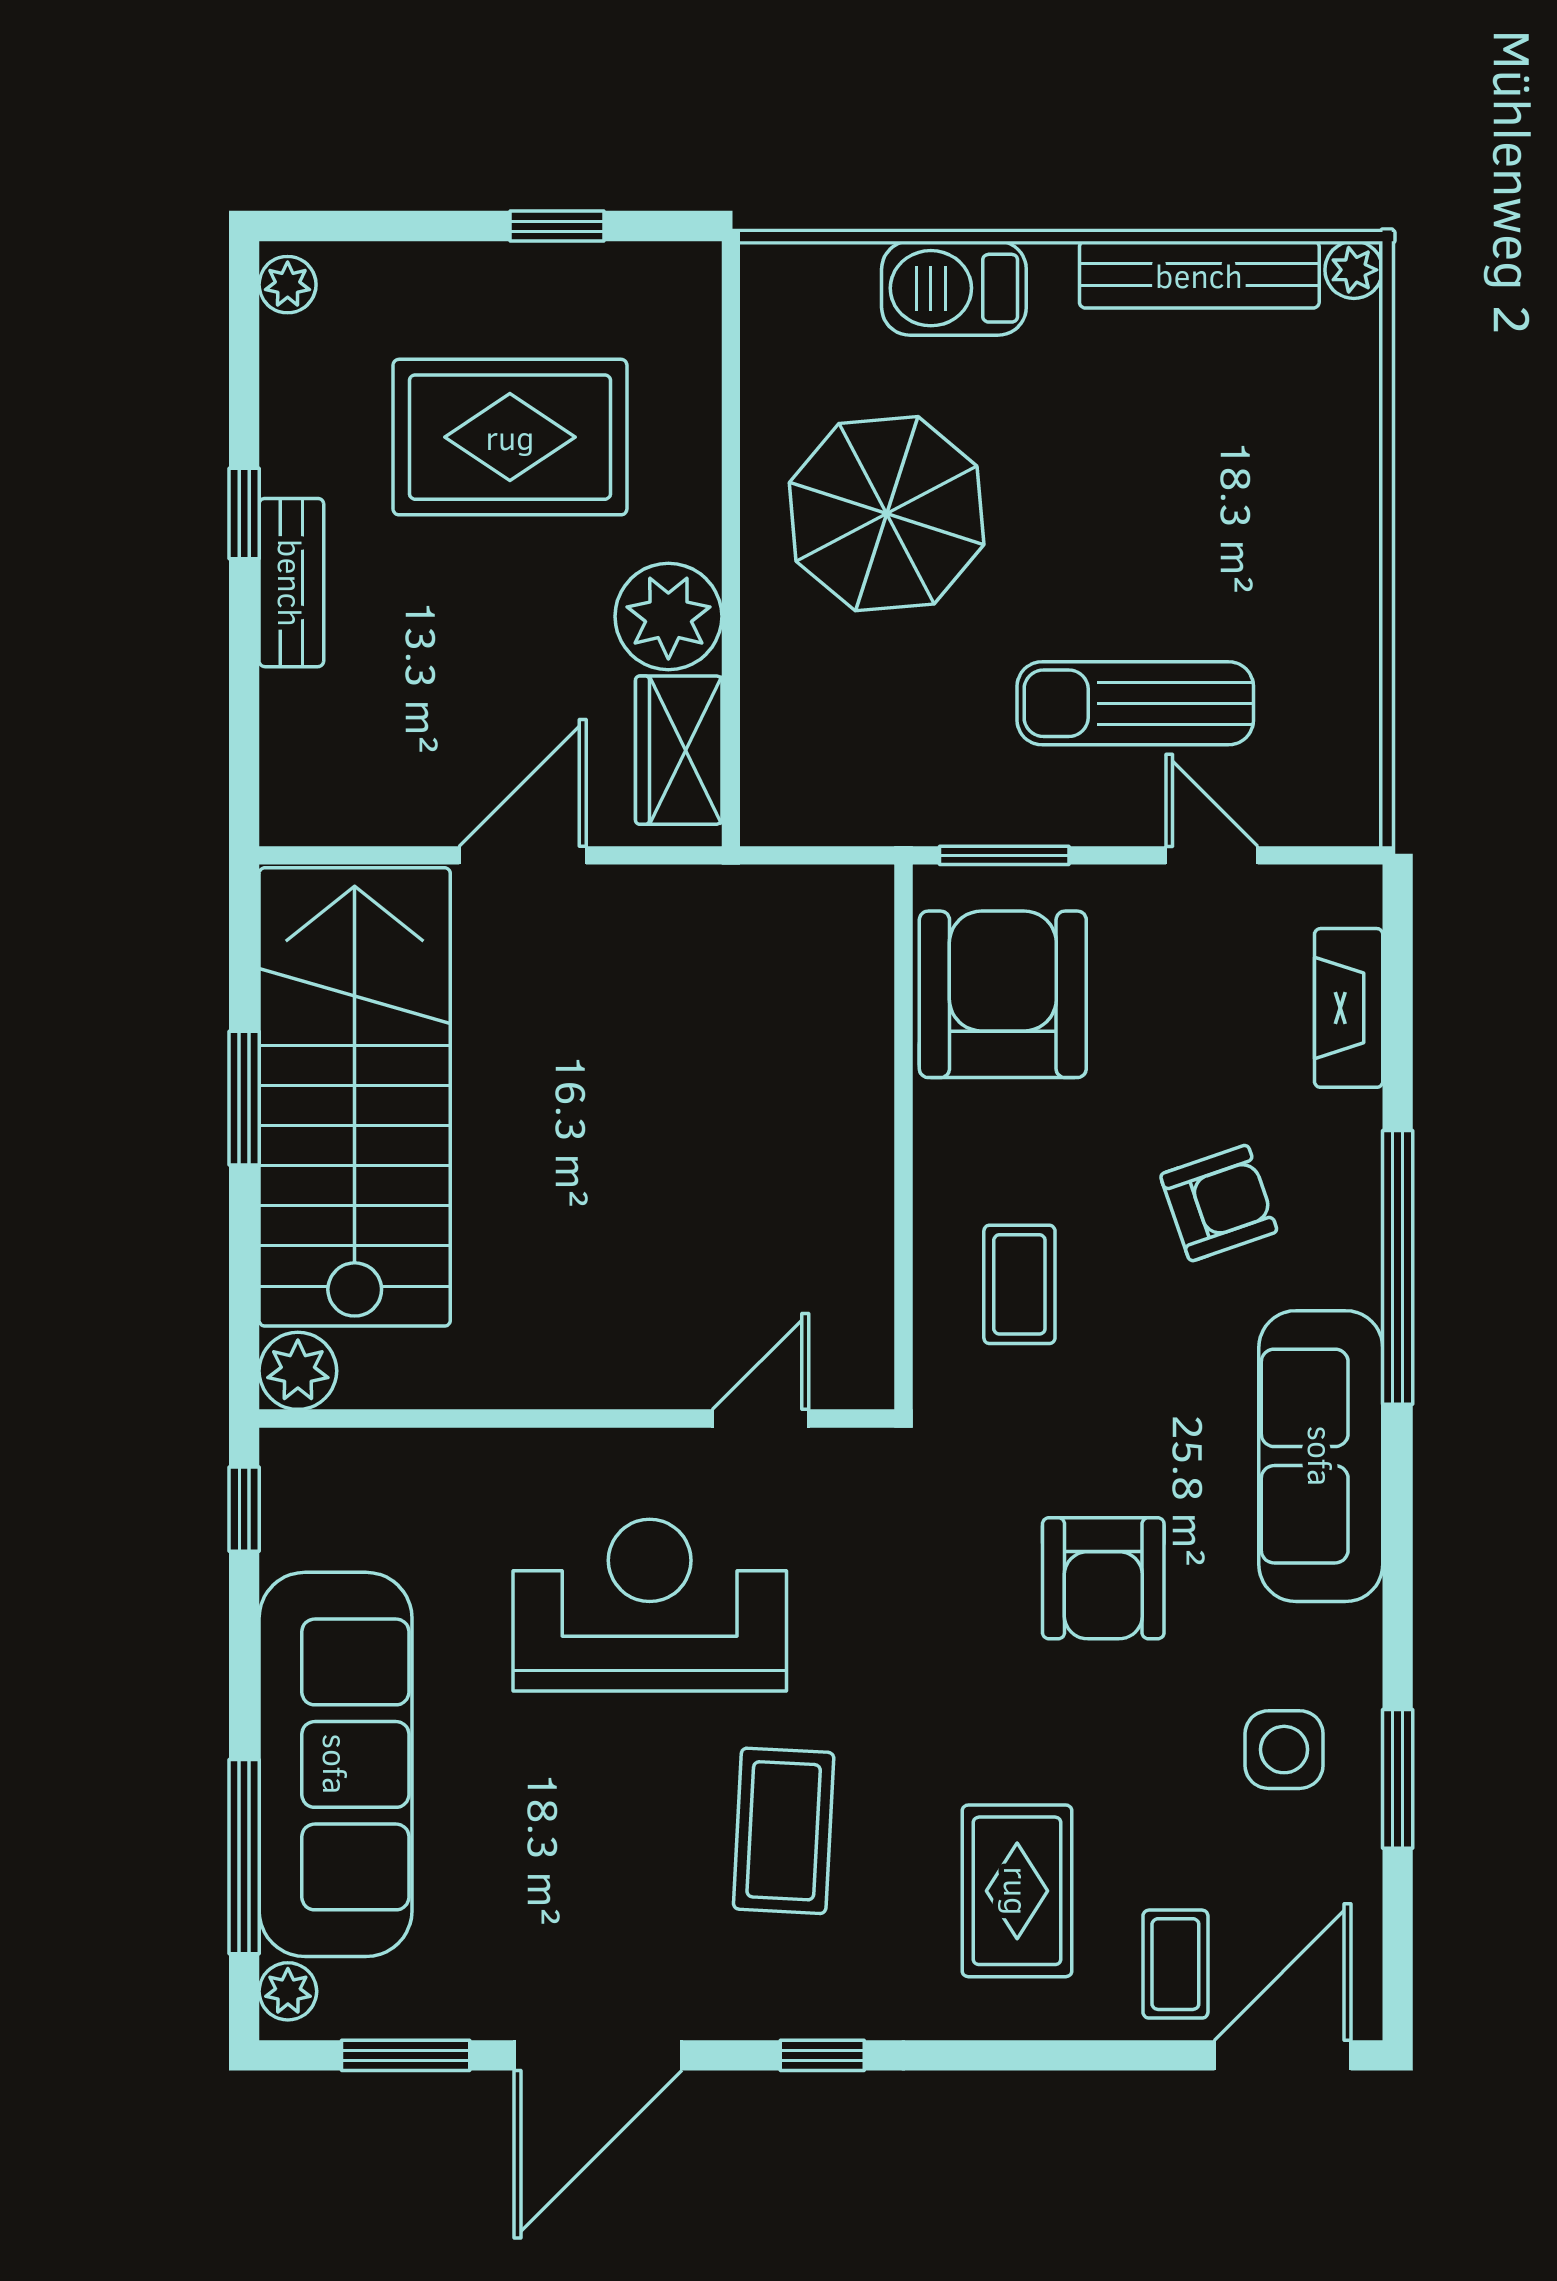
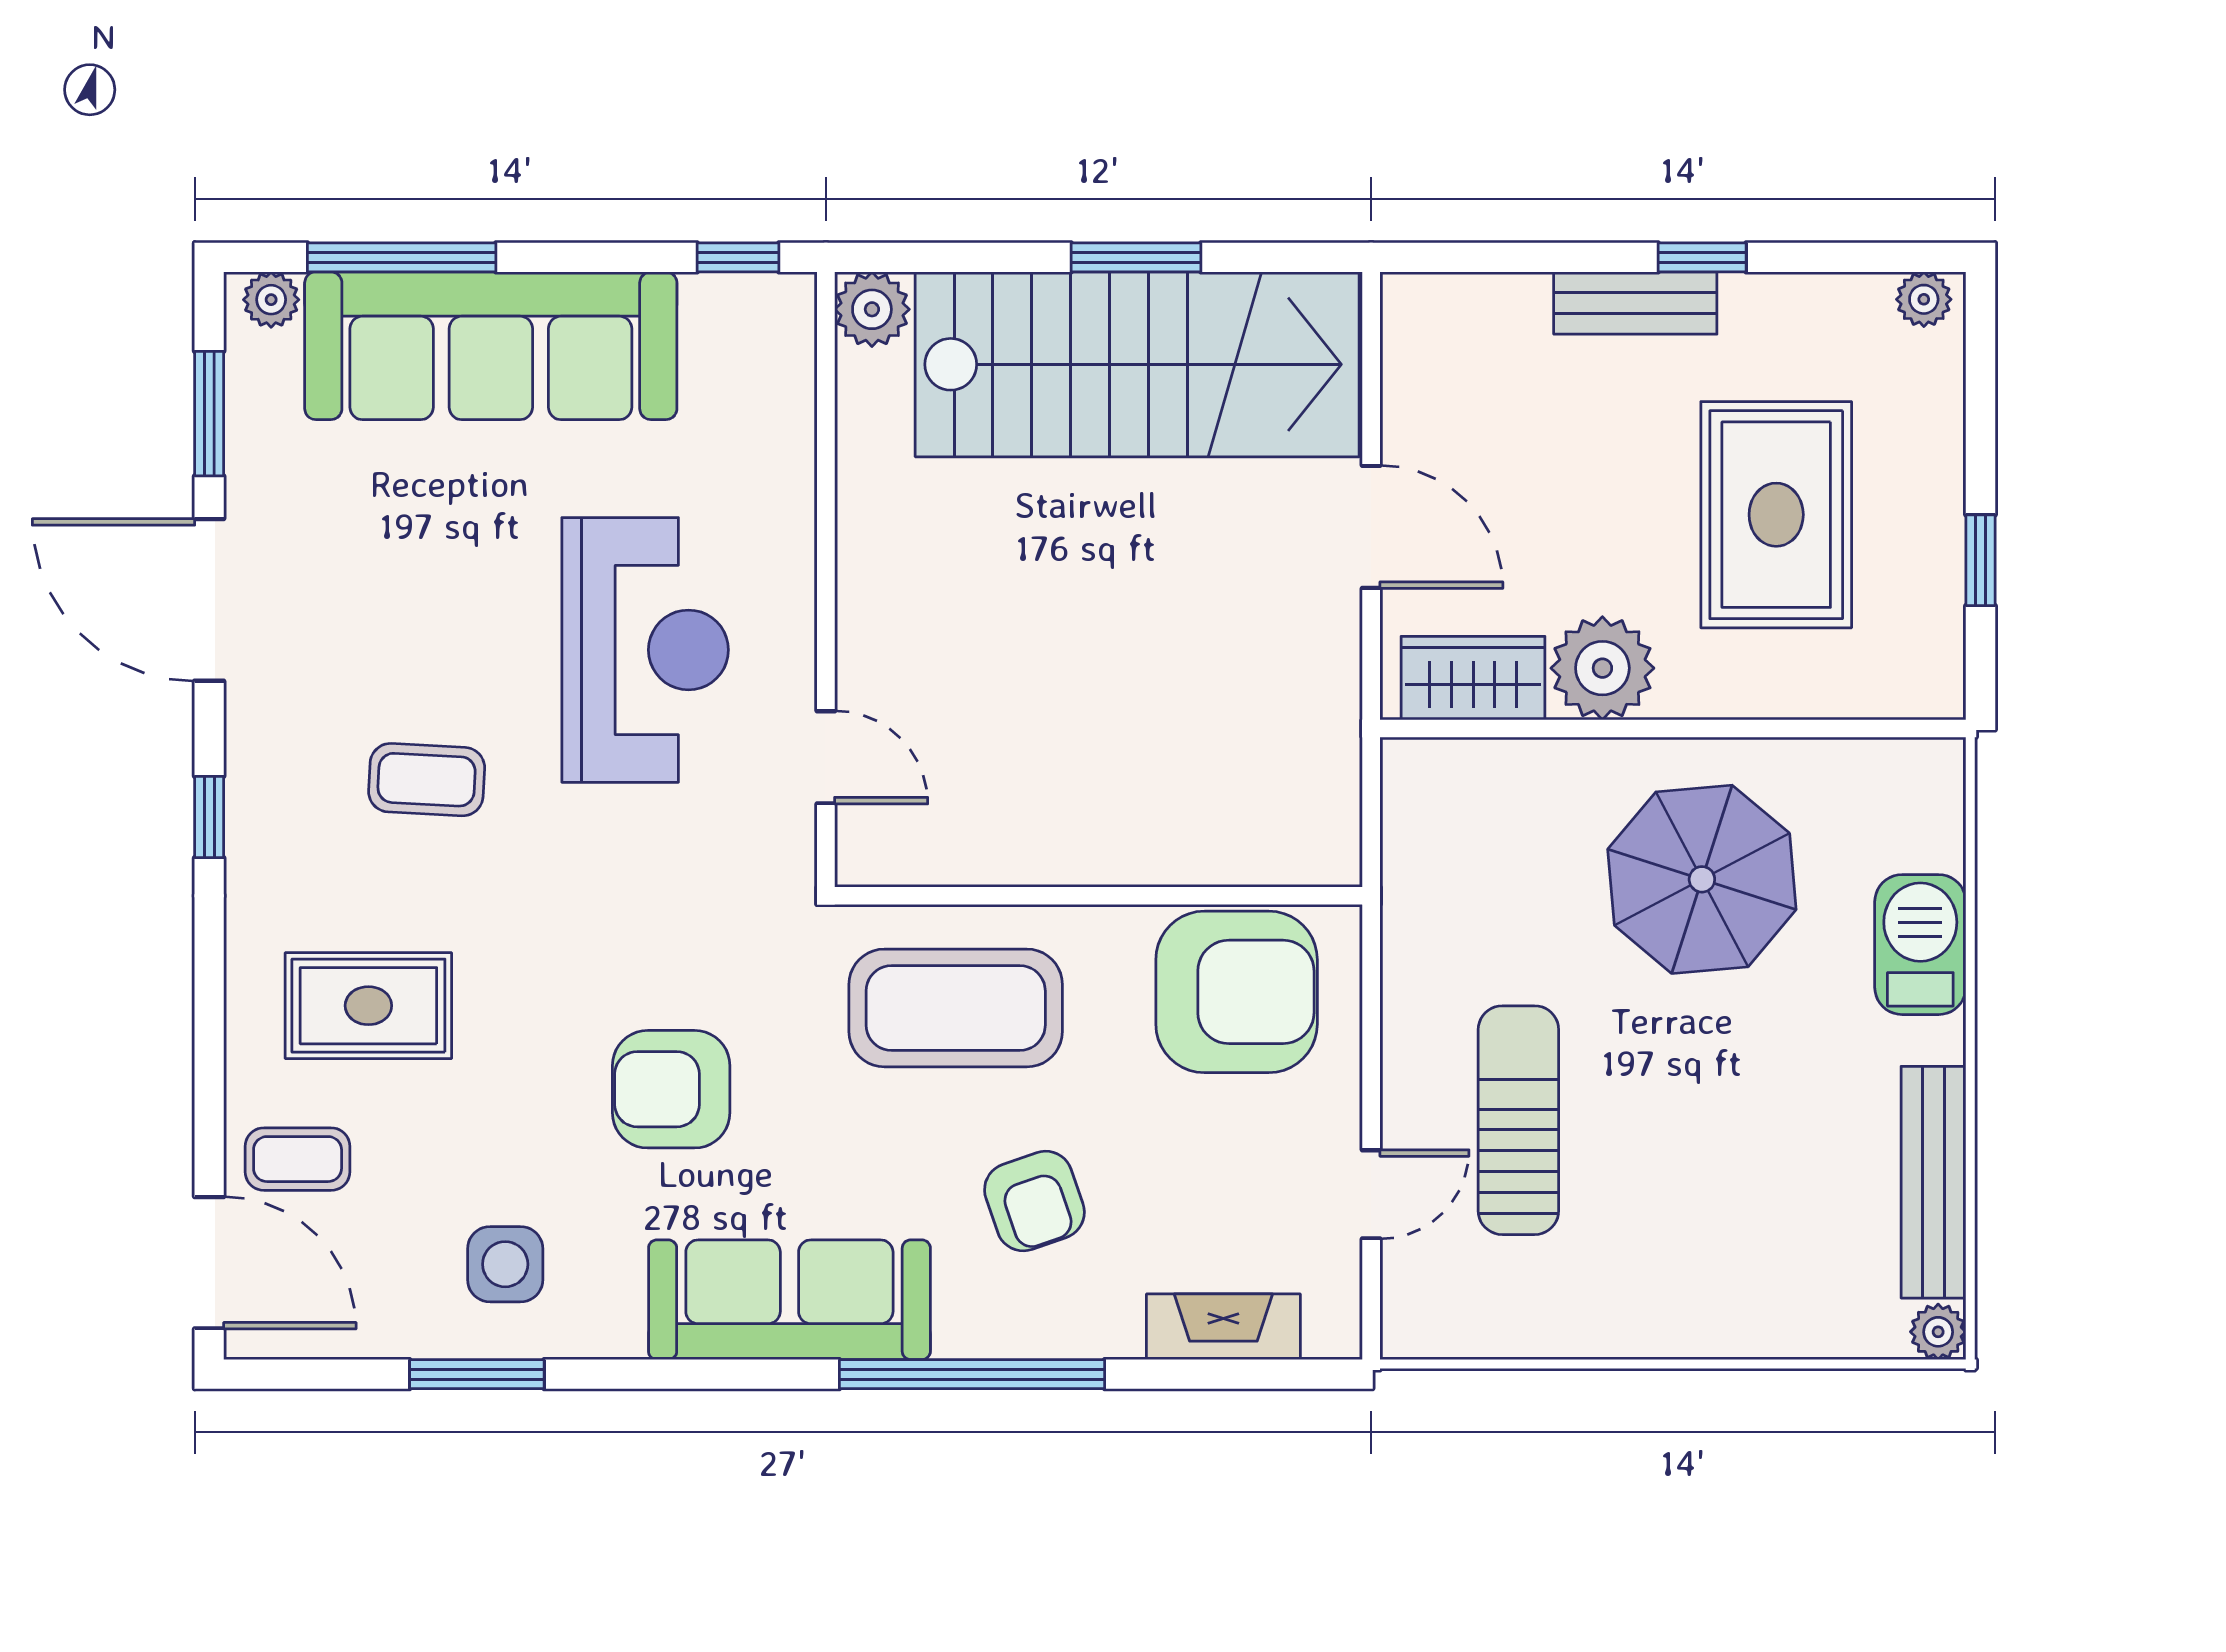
window: (1004, 855) -> (1371, 993), removed
coffee table: (1019, 1284) -> (956, 1008), width x1.86, depth x1.72
coffee table: (784, 1831) -> (427, 780), width x0.73, depth x0.77

